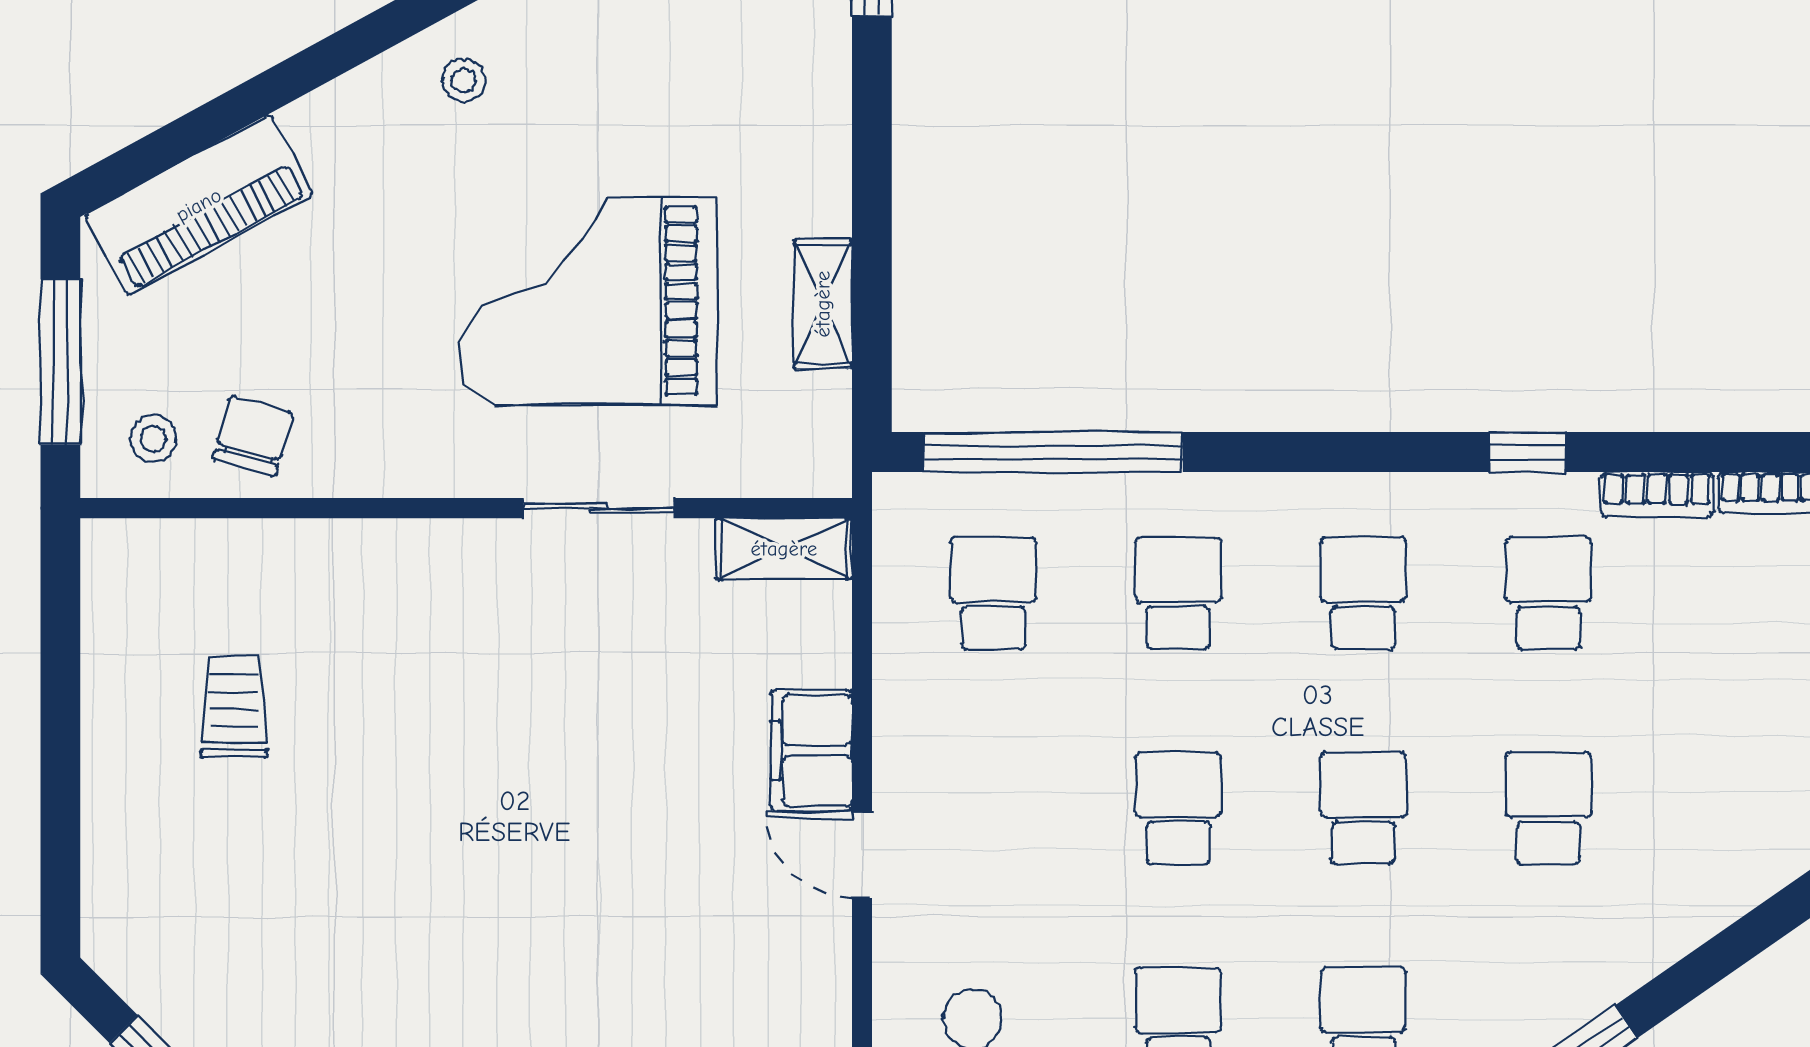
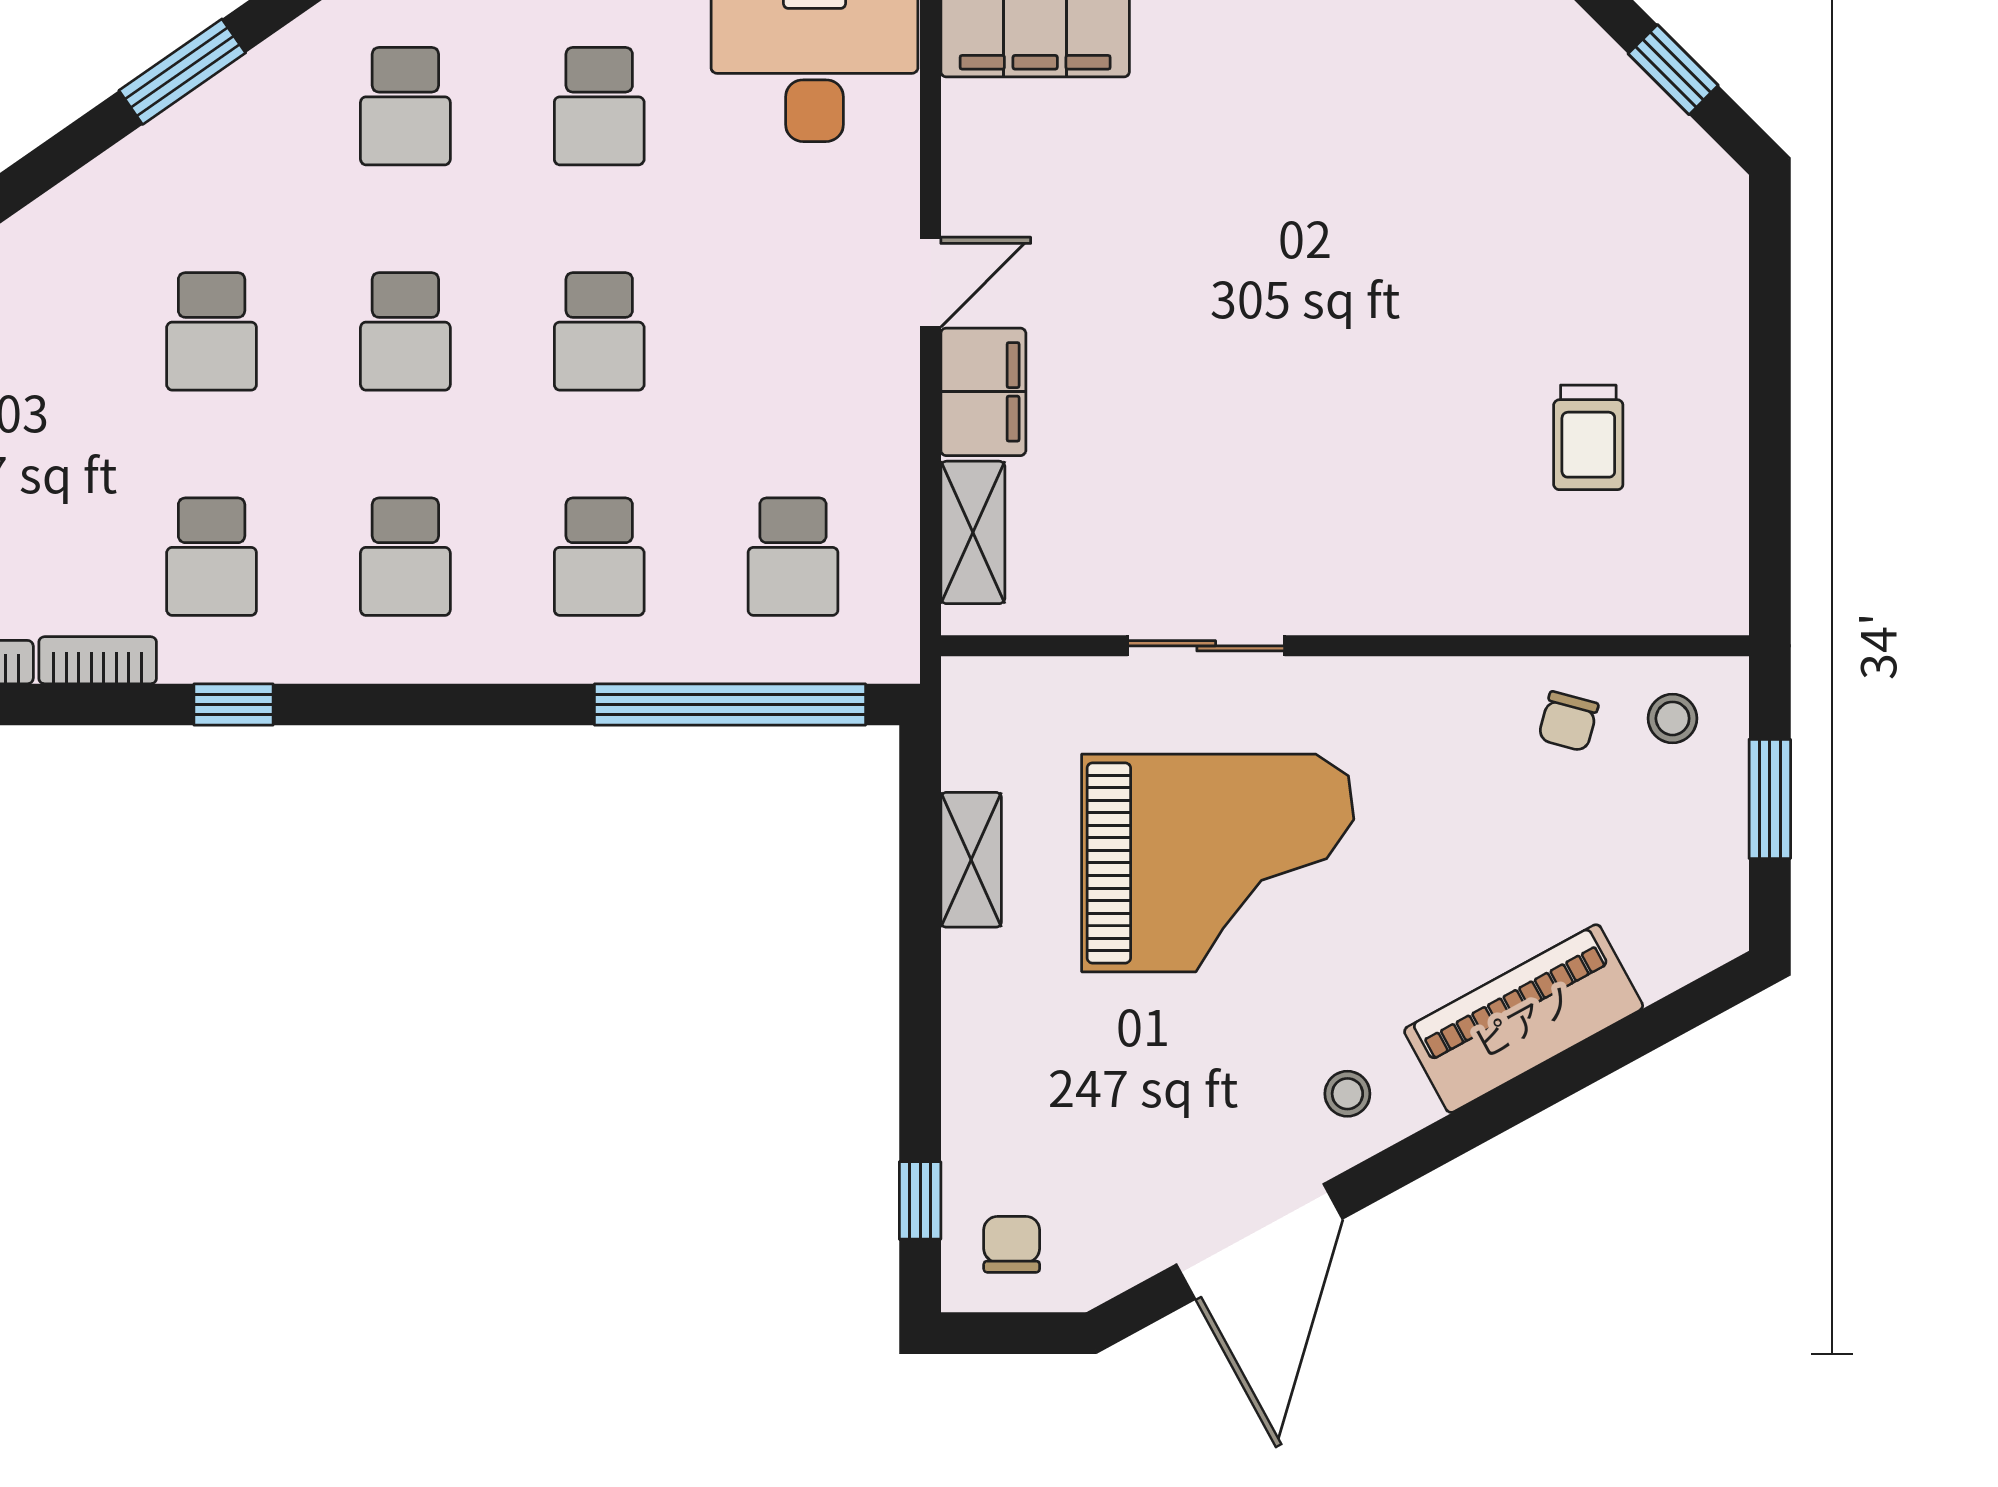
piano: (199, 205) -> (1524, 1019), moved
window: (60, 362) -> (1770, 799), width x0.69
chair: (253, 436) -> (1568, 721), width x0.73, depth x0.73
shelving: (784, 549) -> (973, 532), moved, turned 90
door: (862, 855) -> (930, 282), hinge flipped

